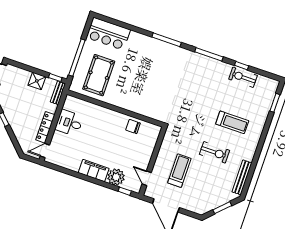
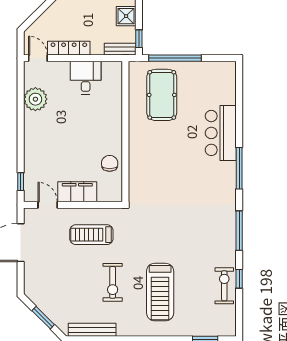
bar counter: (108, 34) -> (221, 133), moved
pool table: (99, 75) -> (162, 95), turned 90
treadmill: (232, 122) -> (160, 292), width x1.37, depth x1.38
filing cabinet: (94, 171) -> (77, 192), moved, turned -90
treadmill: (179, 171) -> (91, 235), moved, turned 180
plant: (116, 177) -> (35, 99), moved
door: (147, 178) -> (48, 205), hinge flipped

